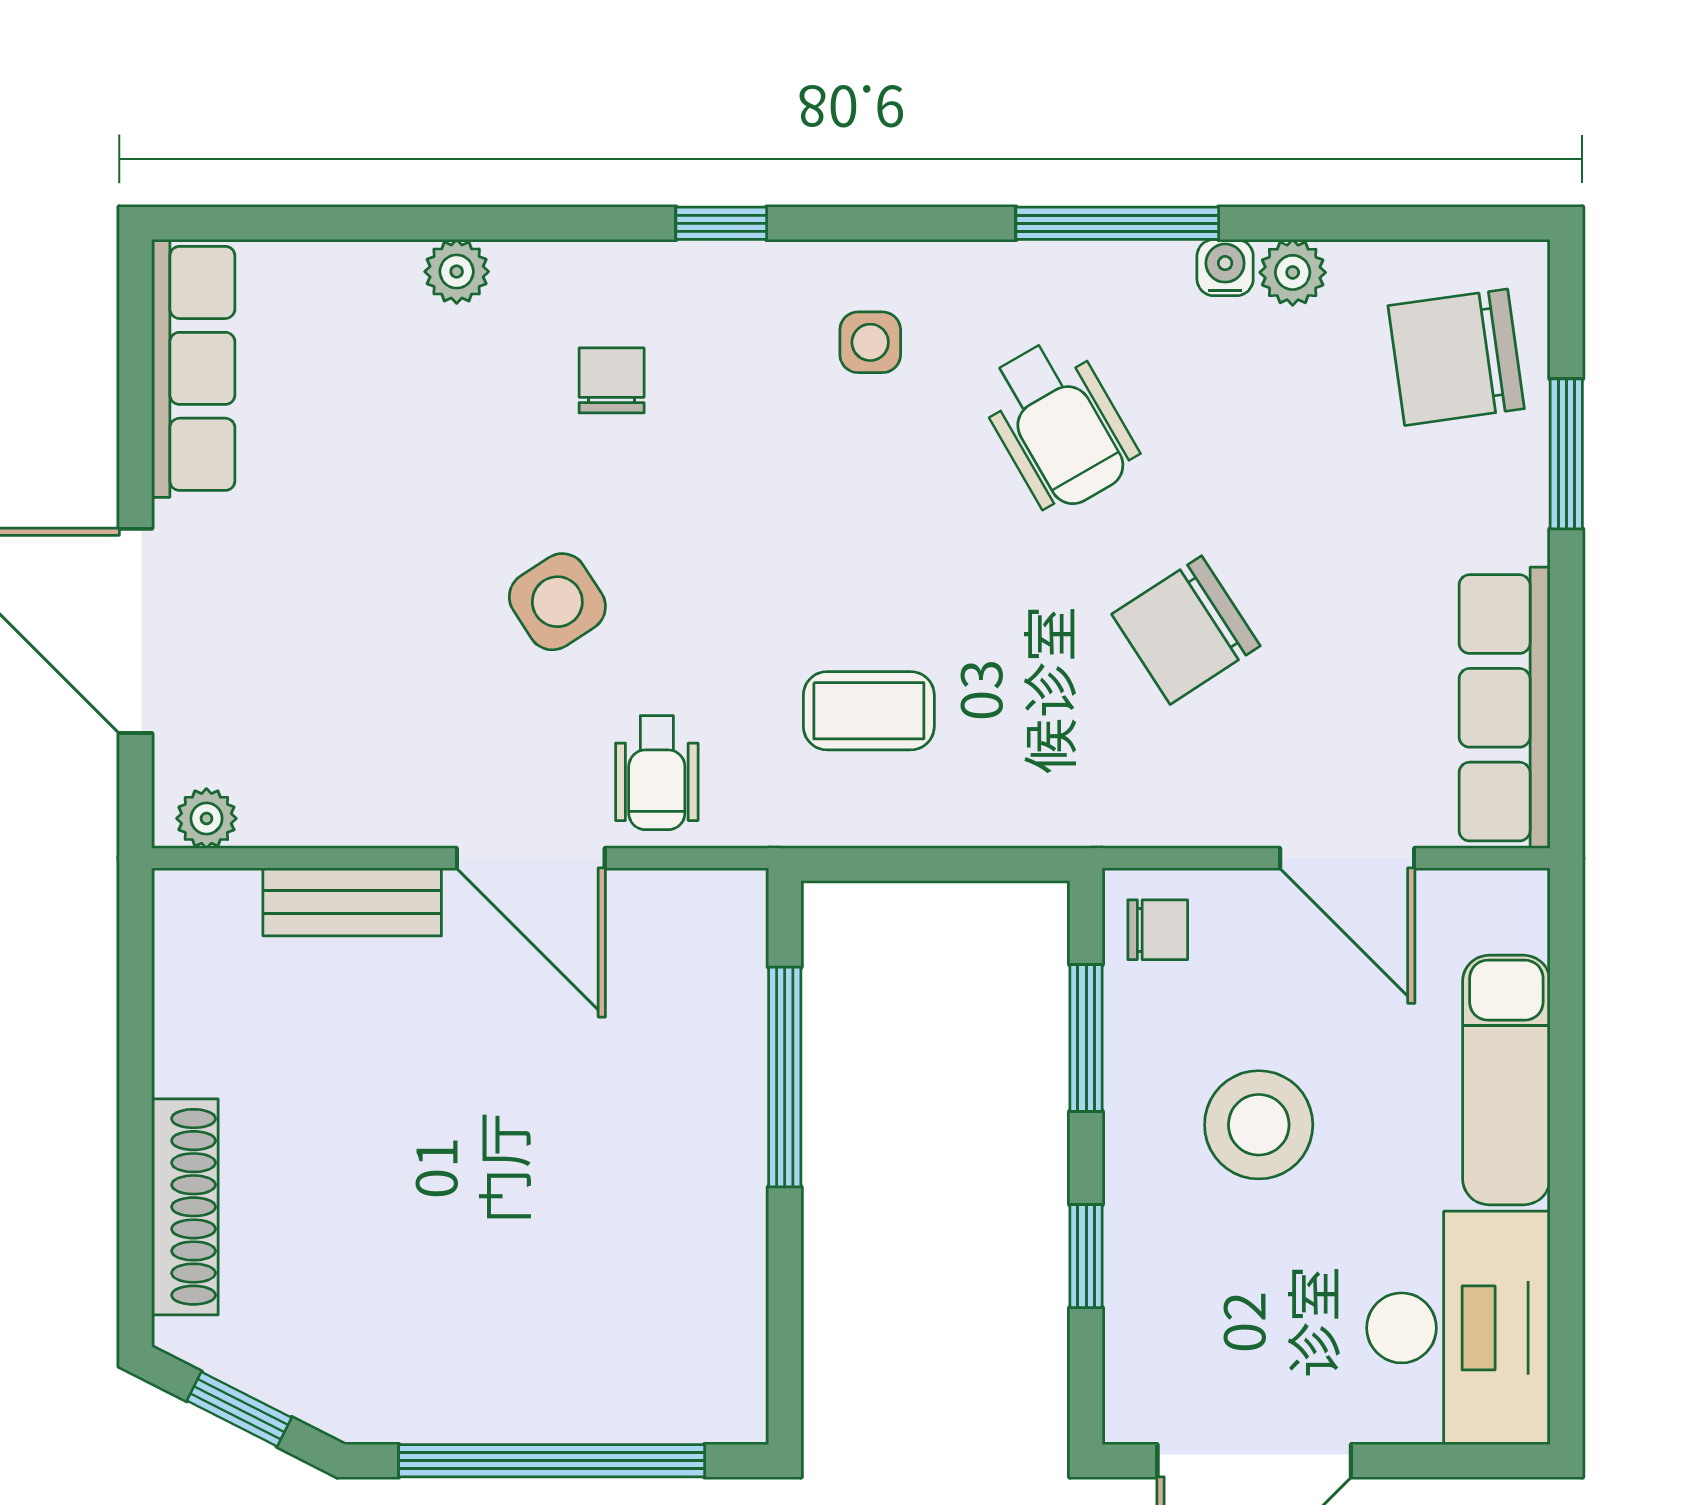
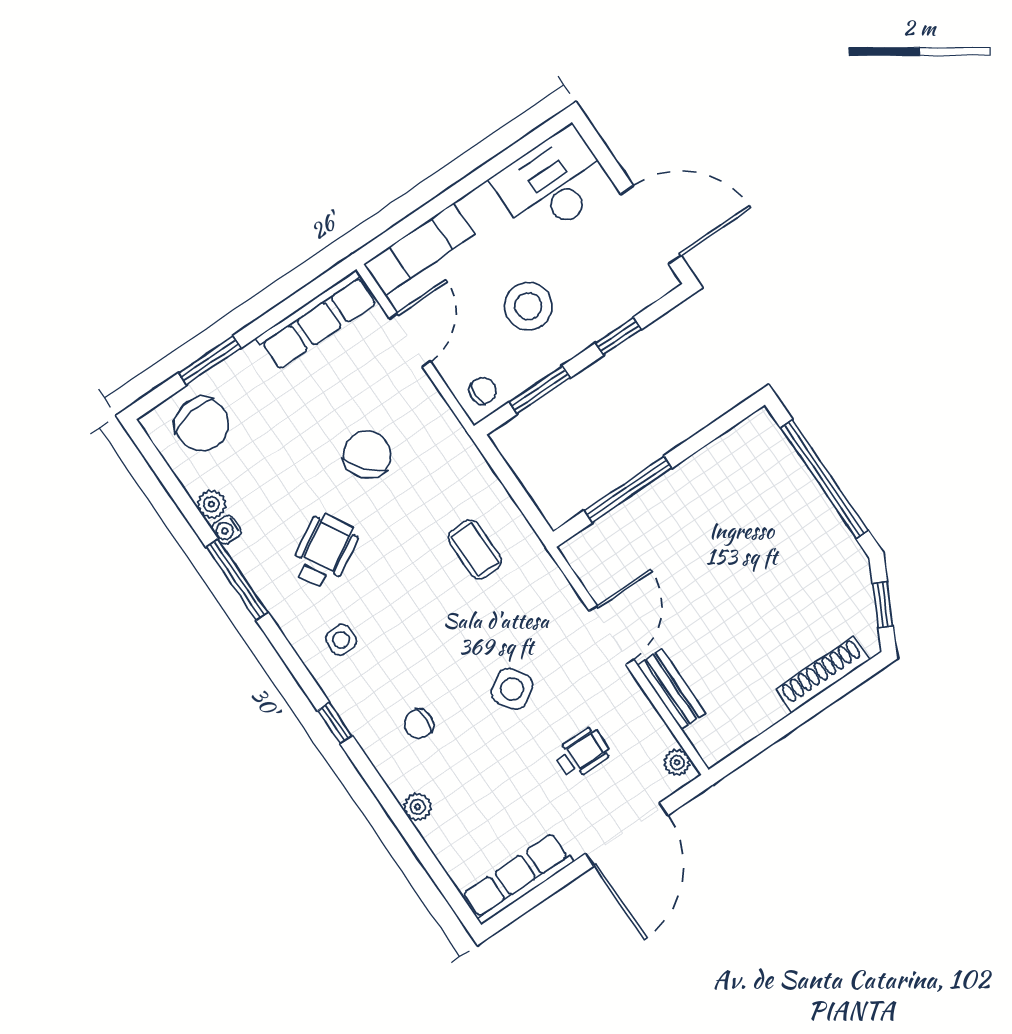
chair: (1186, 630) -> (367, 455), turned -98
wheelchair: (657, 773) -> (582, 753), moved
chair: (1158, 930) -> (483, 391), turned 90
exam couch: (1506, 1080) -> (419, 249), moved

